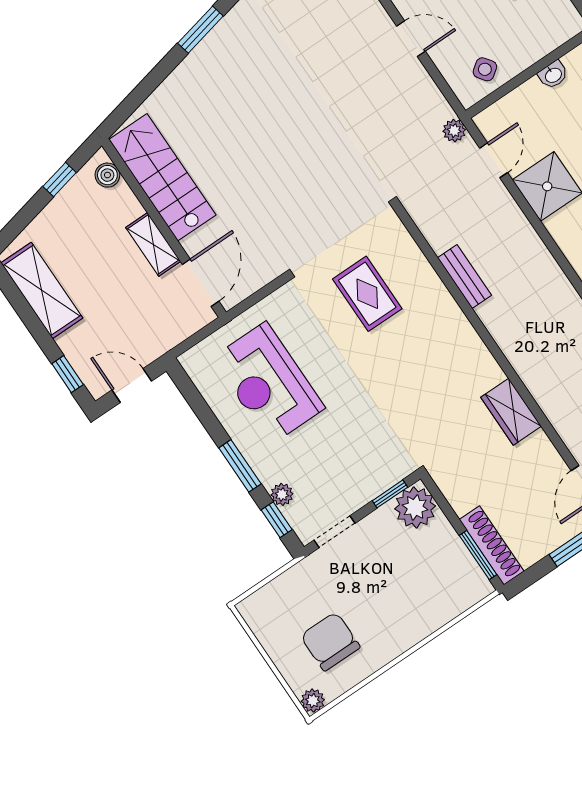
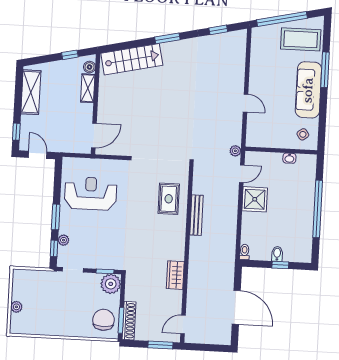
side table: (485, 69) -> (303, 134), moved
stairs: (162, 177) -> (132, 59), moved, turned 77
shelving: (153, 244) -> (88, 88), moved
bench: (464, 277) -> (196, 215), width x1.36
rug: (367, 294) -> (169, 199), moved
reception desk: (268, 383) -> (91, 193), turned 90
chair: (330, 641) -> (103, 320), moved
plant: (313, 701) -> (16, 307), moved

